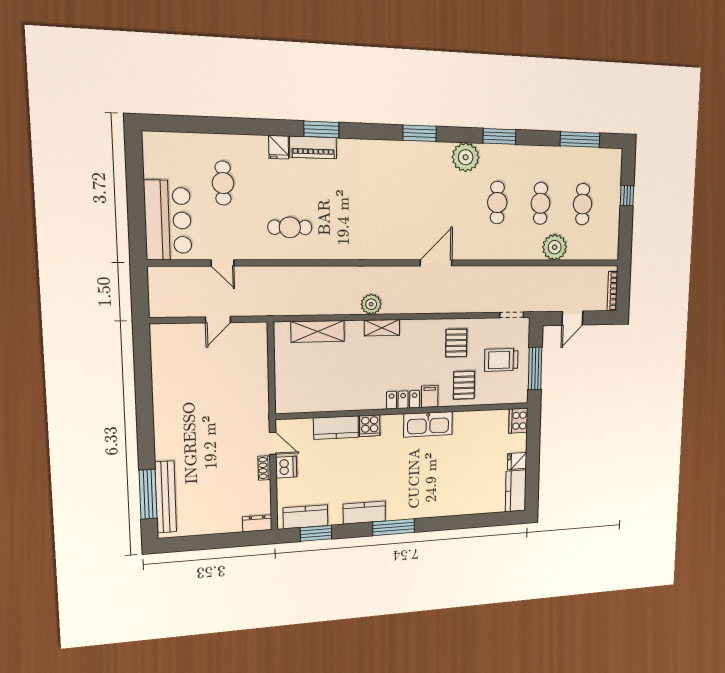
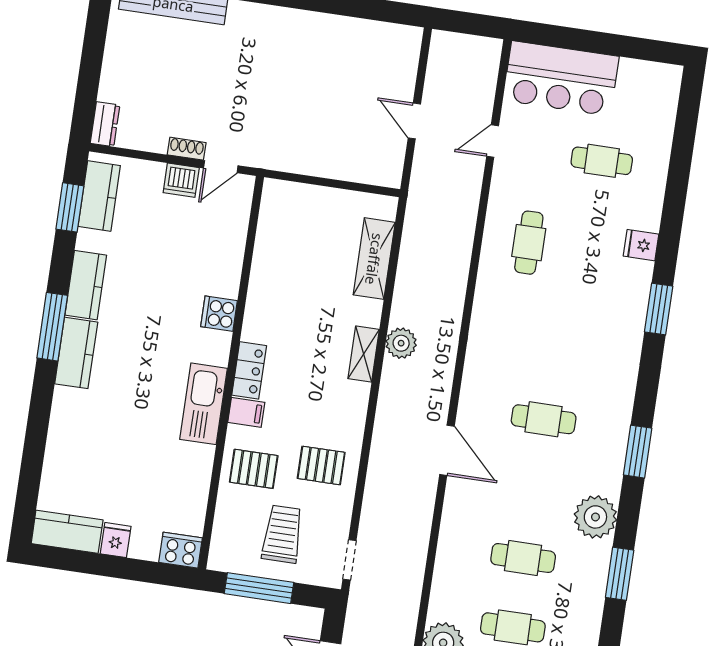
piano: (313, 147) -> (635, 293), removed
cafe table: (407, 201) -> (544, 419), added
kitchen counter: (336, 428) -> (76, 353), moved, turned 180

